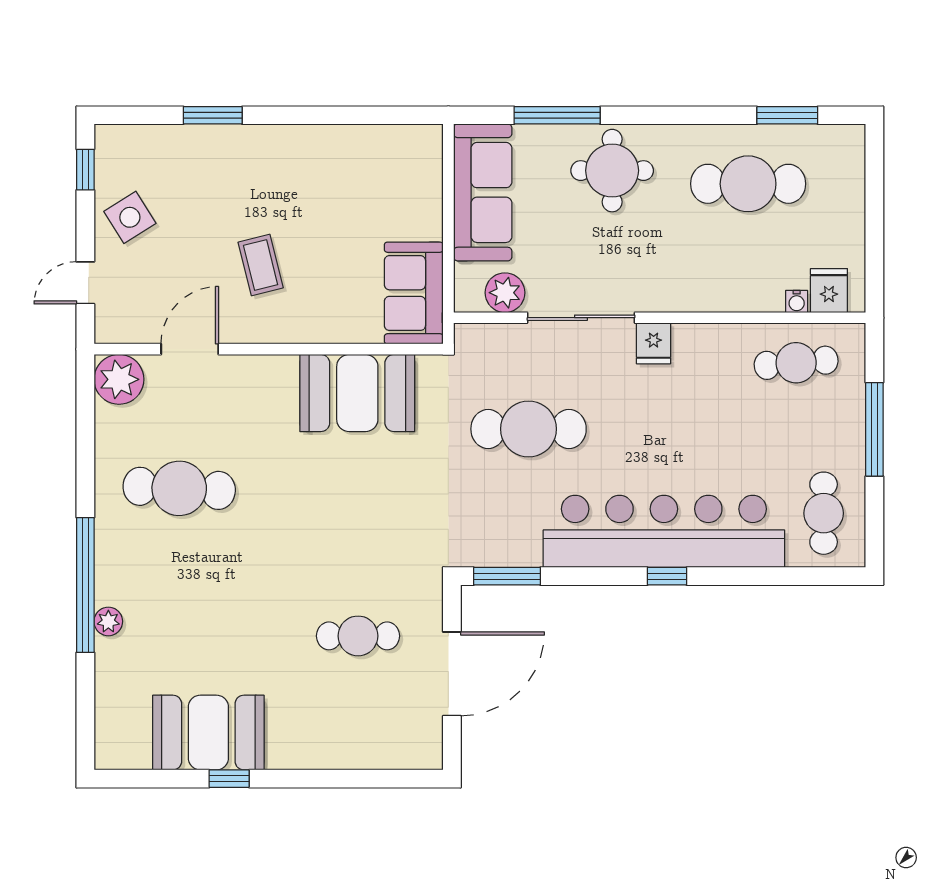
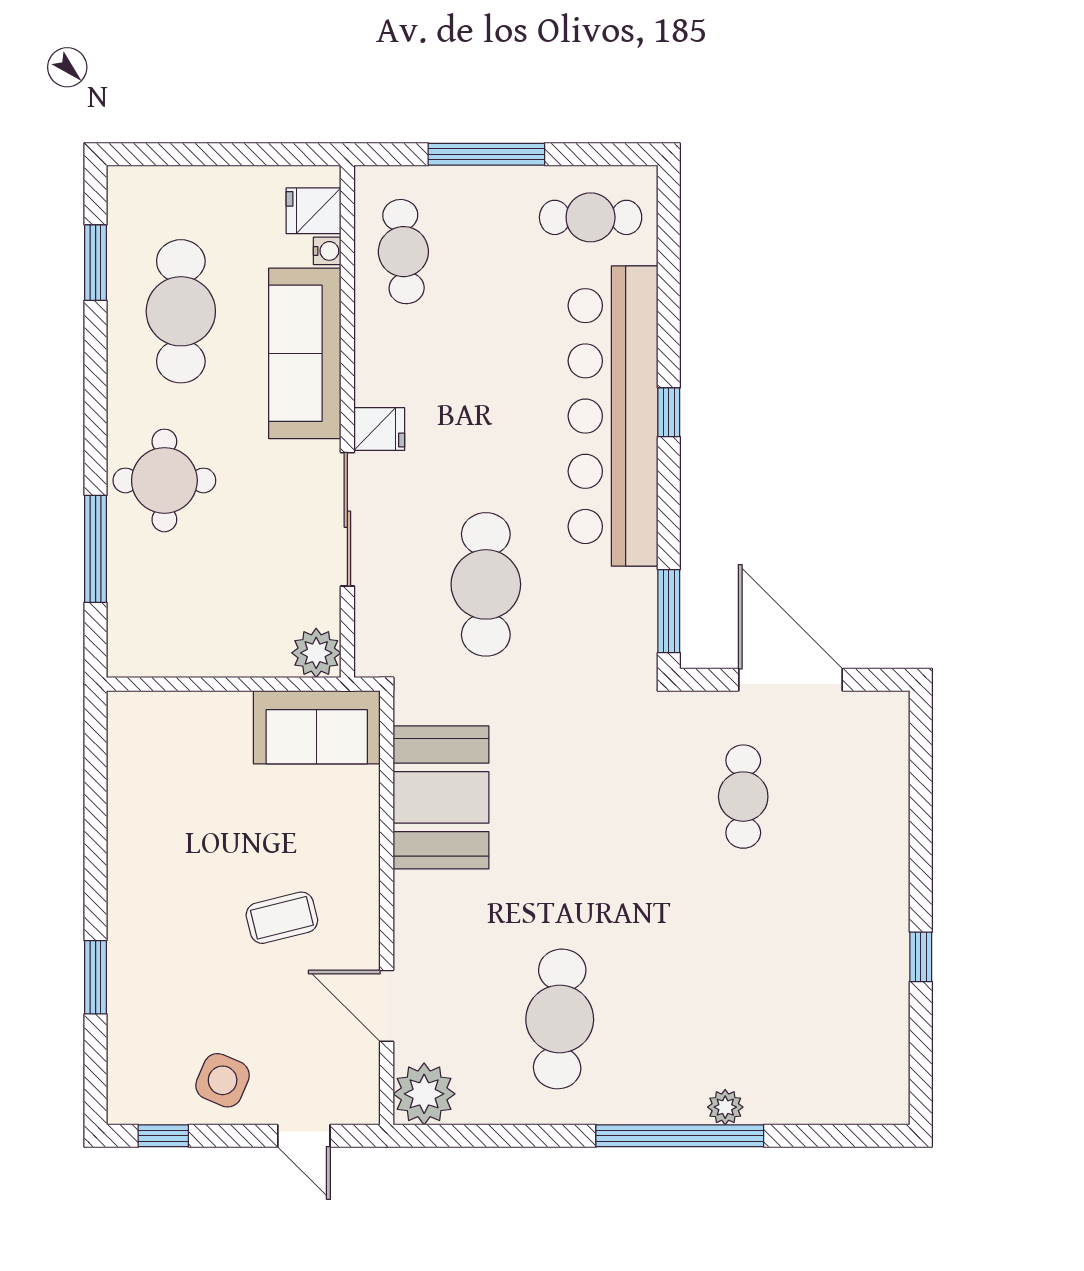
sofa: (483, 192) -> (305, 353), moved, turned -90
side table: (130, 217) -> (223, 1080), turned -35
plant: (505, 293) -> (316, 653), moved
booth: (208, 733) -> (863, 983), removed

